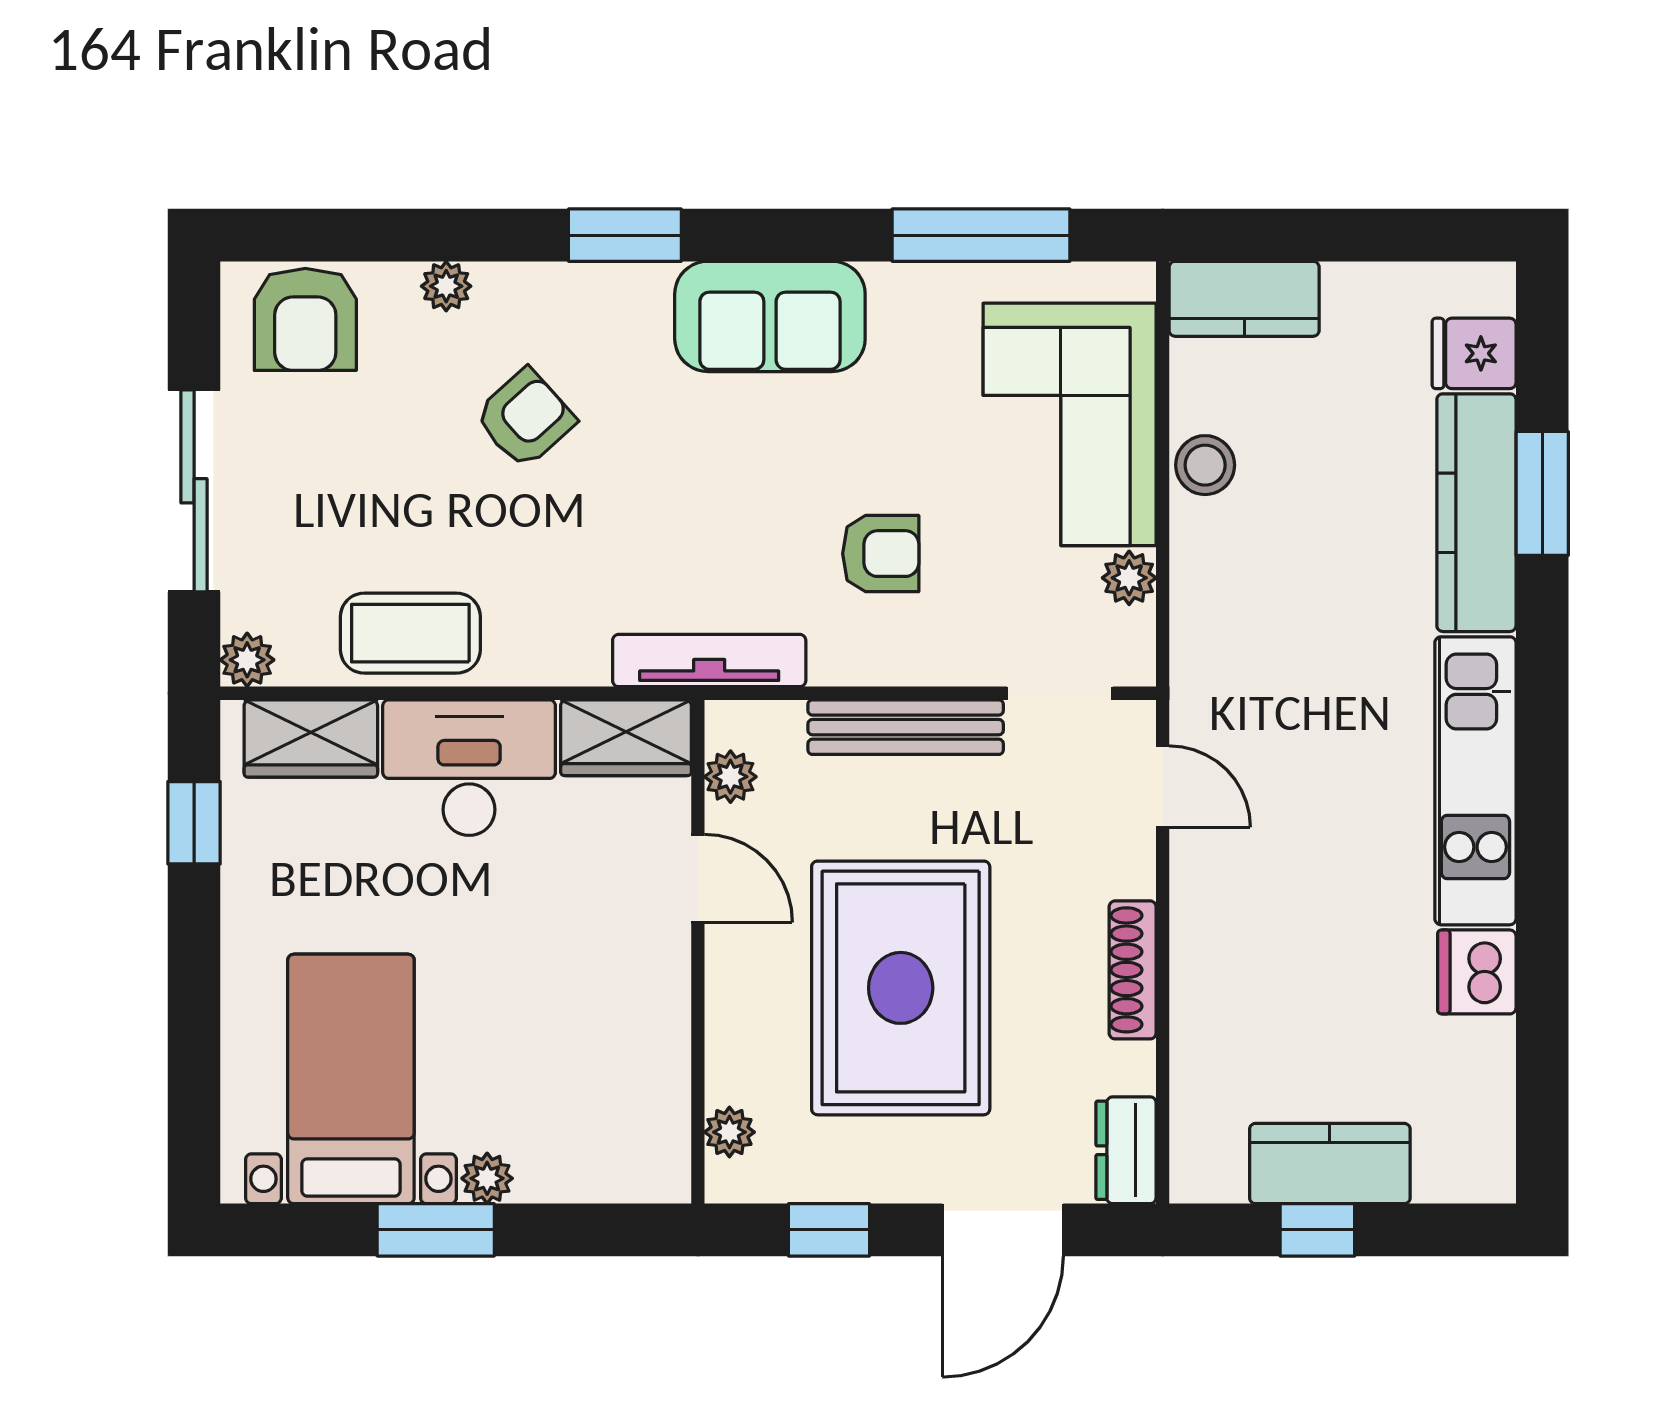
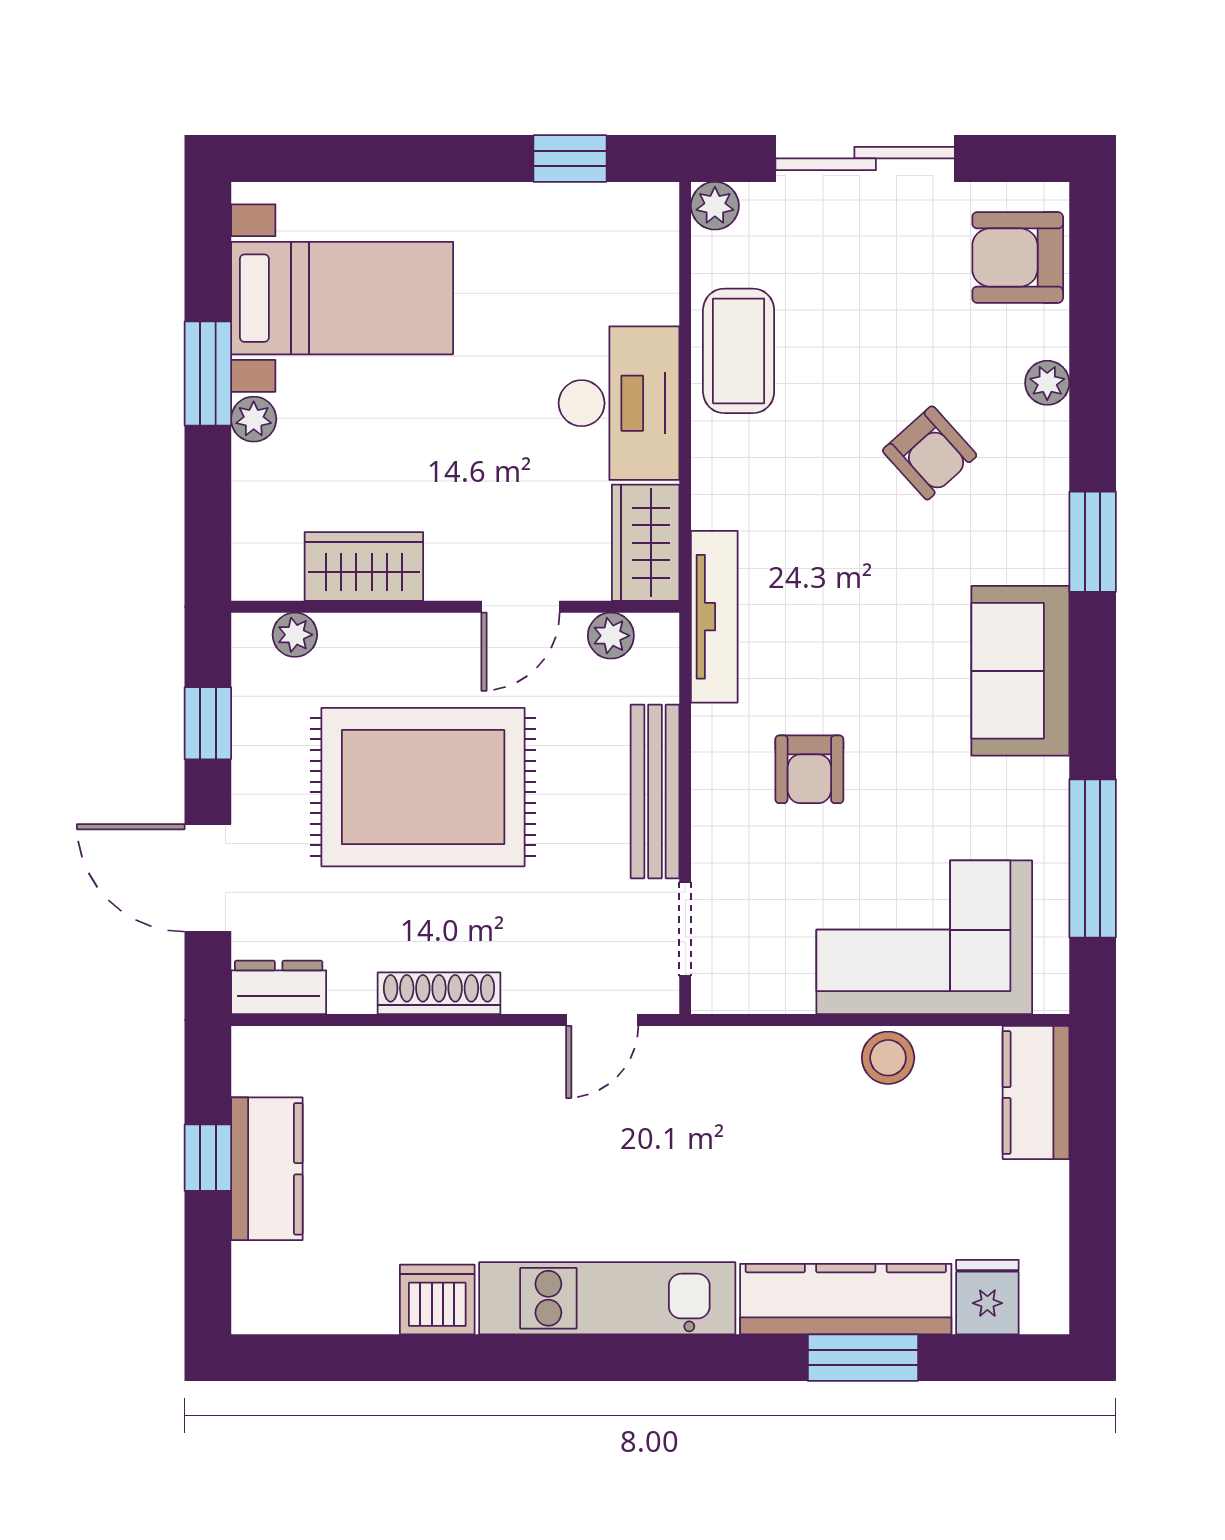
plant: (1129, 578) -> (788, 990), removed
wardrobe: (311, 738) -> (364, 566), moved, turned 90

